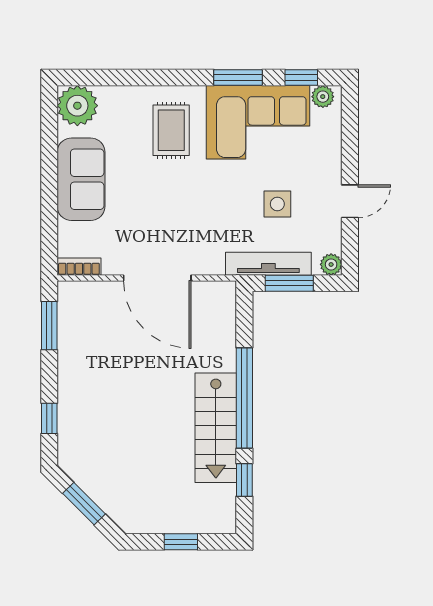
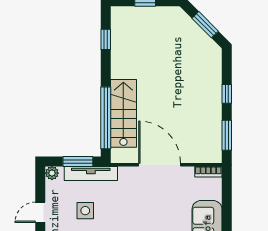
window: (244, 398) -> (106, 118), moved
window: (49, 418) -> (227, 94), moved
stairs: (216, 428) -> (123, 113), moved

